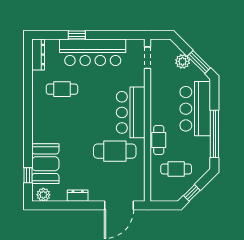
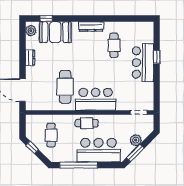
bar counter: (93, 52) -> (143, 63), width x0.73
dresser: (38, 55) -> (91, 26), moved
cafe table: (159, 140) -> (87, 123), moved

